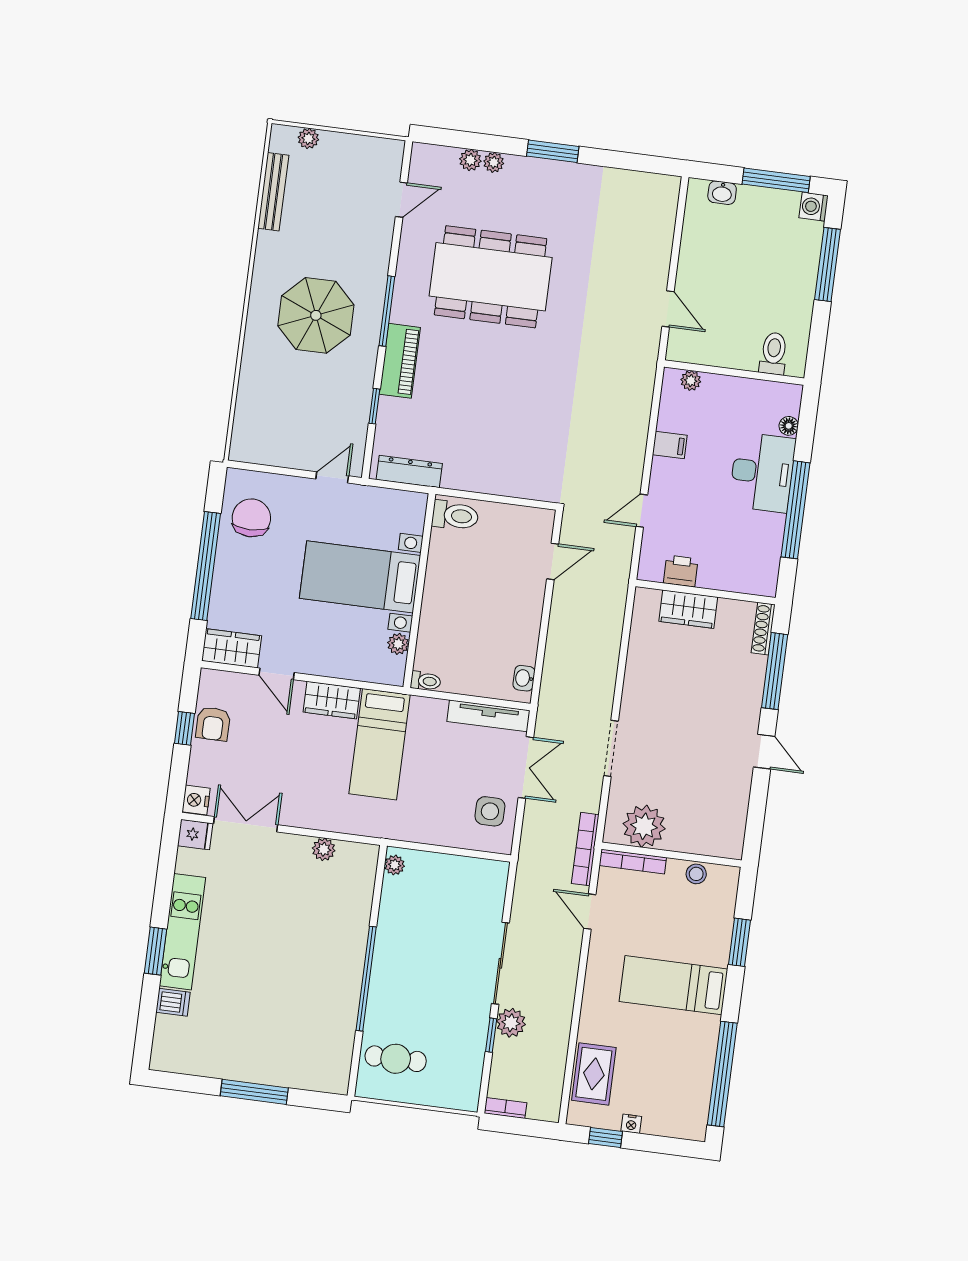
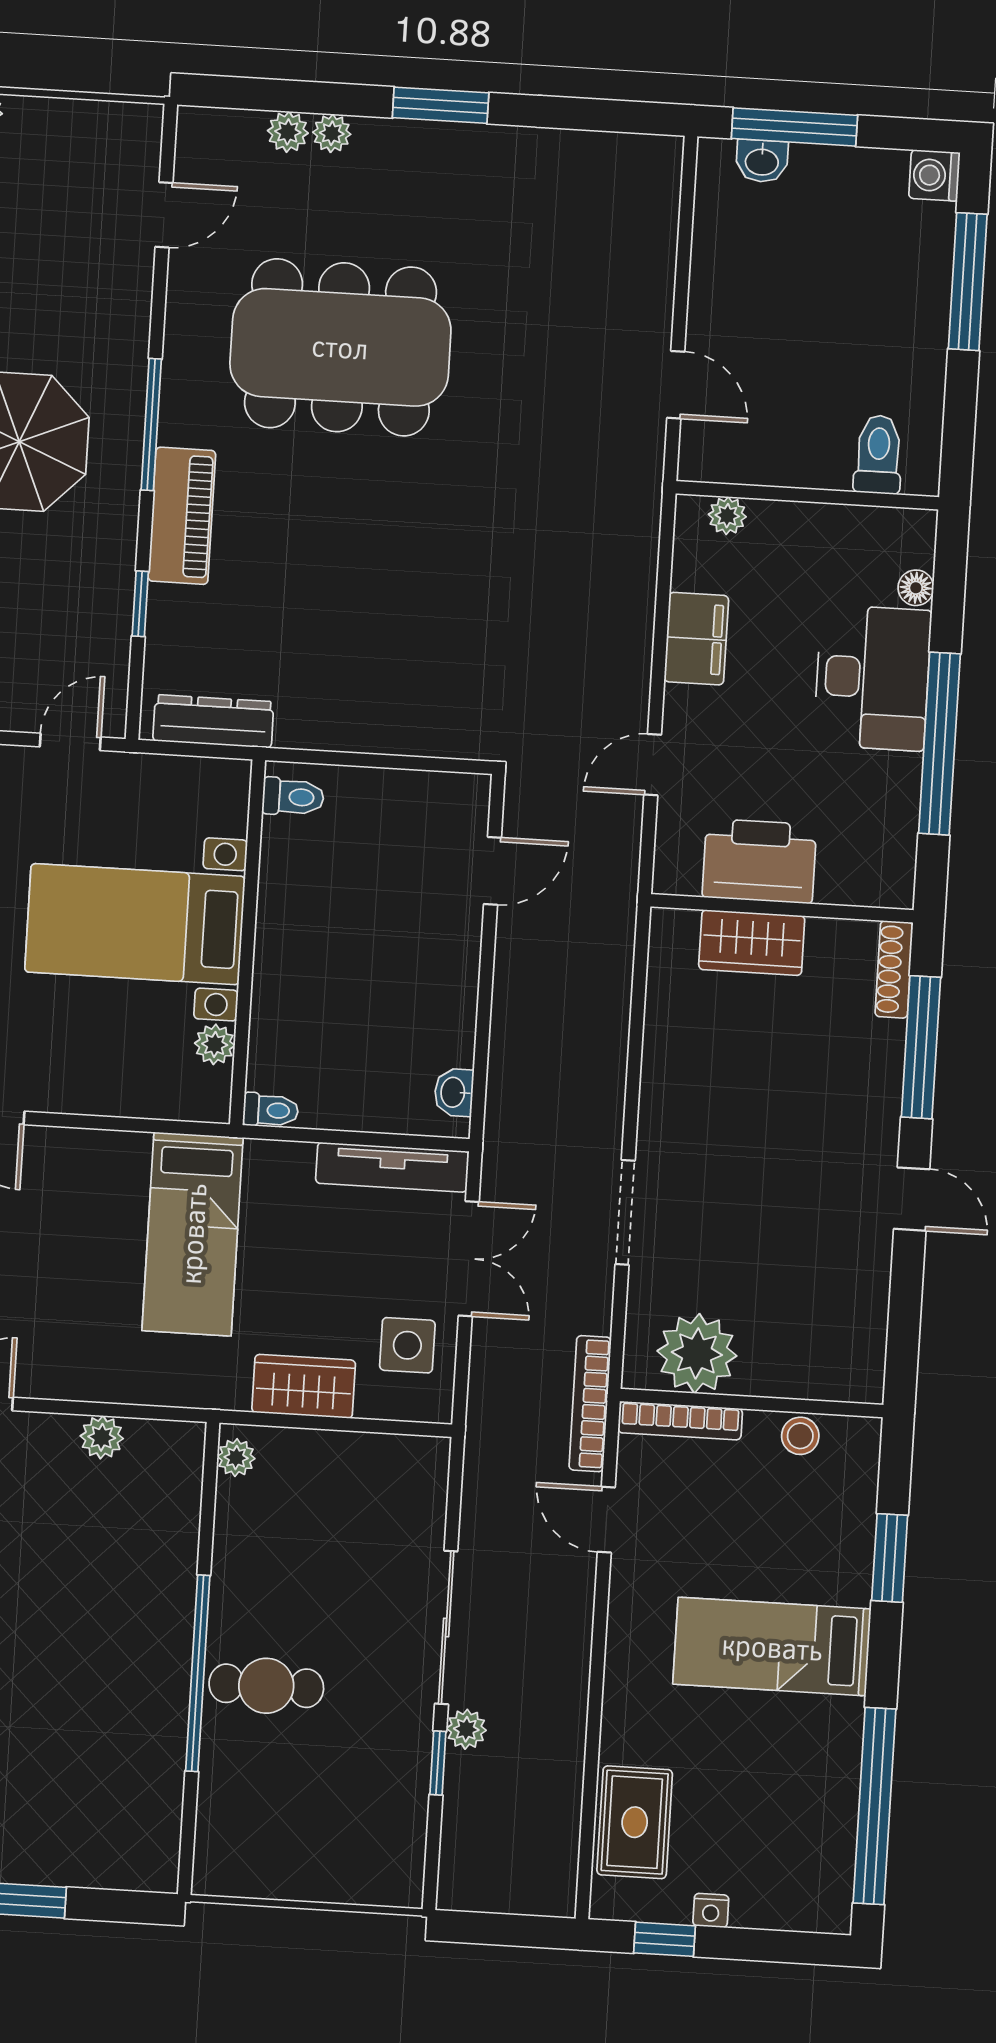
window: (776, 180) -> (794, 127), moved
filing cabinet: (670, 445) -> (696, 639), width x2.00
toilet: (455, 516) -> (293, 797), width x0.73, depth x0.72
printer: (681, 571) -> (759, 861), width x1.87, depth x1.48
wardrobe: (332, 700) -> (304, 1386), moved, turned 180
plant: (511, 1023) -> (466, 1729), width x0.73, depth x0.73
cafe table: (396, 1059) -> (266, 1686), moved
bookcase: (505, 1108) -> (474, 1897), removed

